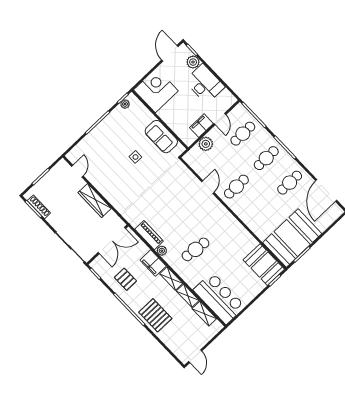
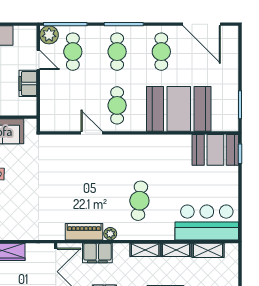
plant: (206, 144) -> (49, 35), moved
booth: (292, 238) -> (179, 109), moved, turned 90
filing cabinet: (153, 263) -> (97, 253), moved

